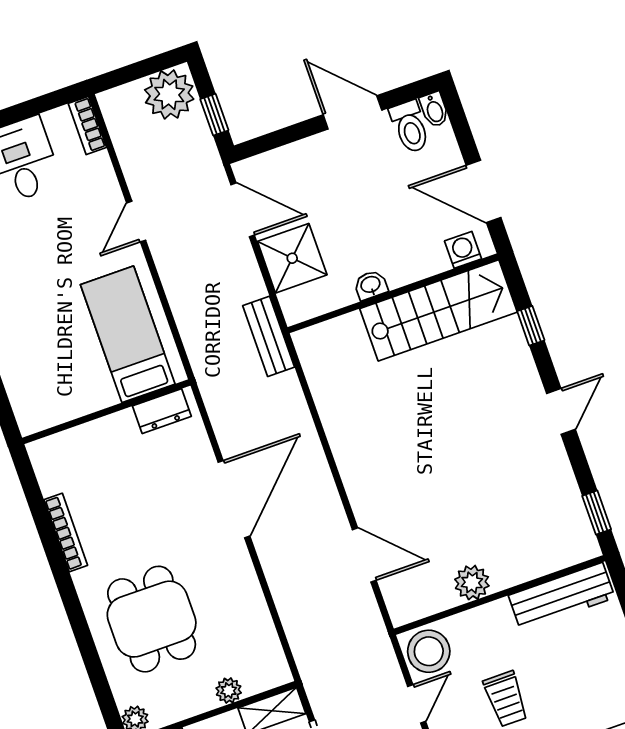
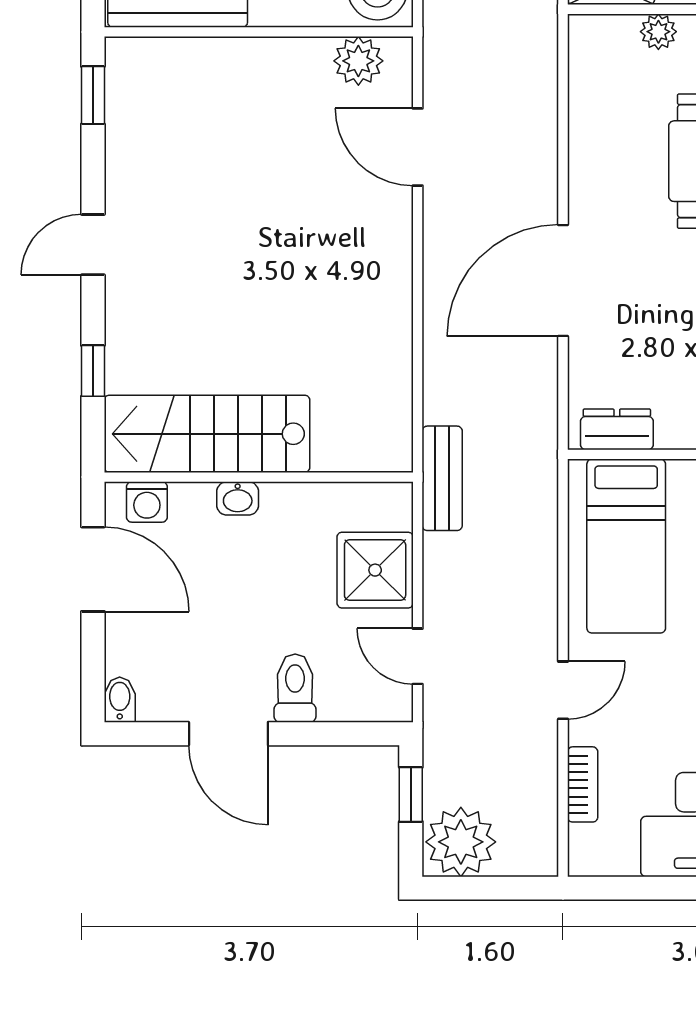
bookcase: (87, 125) -> (583, 784), moved
toilet: (410, 127) -> (295, 688), moved
door: (243, 210) -> (418, 656), width x0.73
washbasin: (371, 285) -> (238, 498), moved
plant: (472, 583) -> (358, 61), moved

